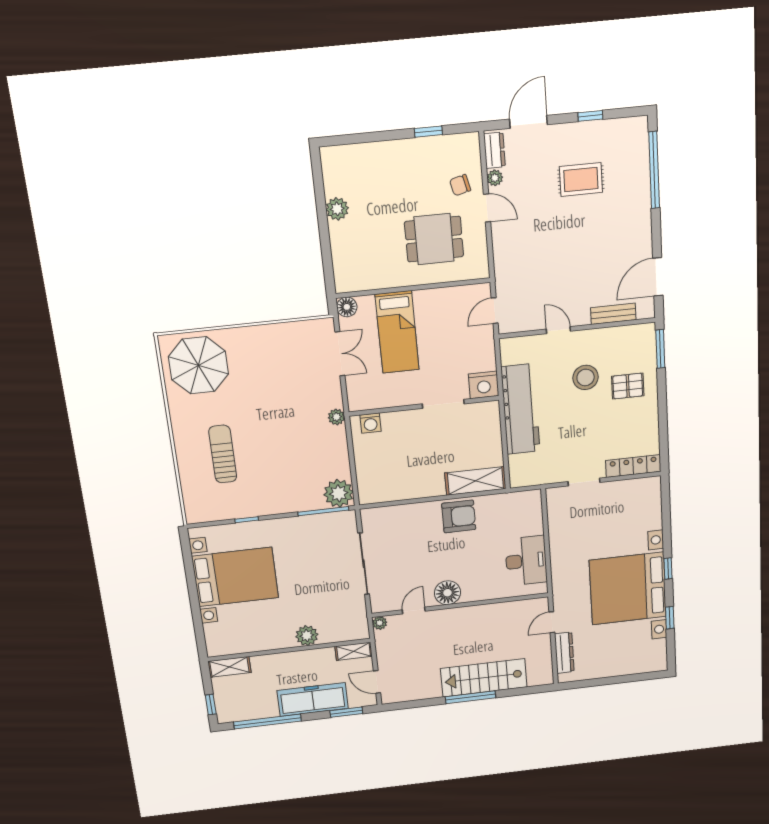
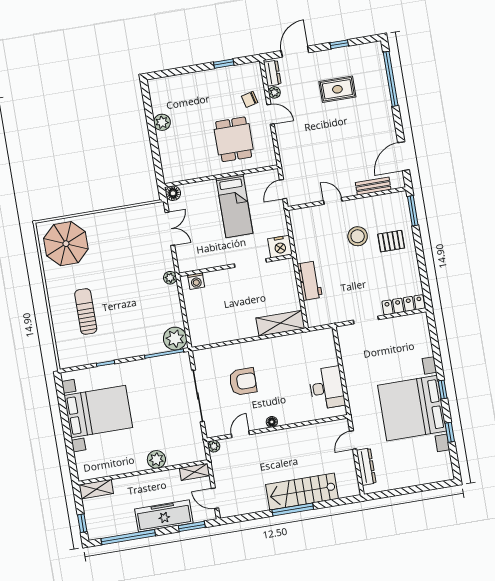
dining table: (434, 239) -> (234, 139), turned 90
bed: (397, 332) -> (234, 206), moved
workbench: (521, 409) -> (310, 281), width x0.53, depth x0.76
armchair: (459, 516) -> (243, 382), moved
floor lamp: (447, 593) -> (272, 422), width x0.53, depth x0.53

